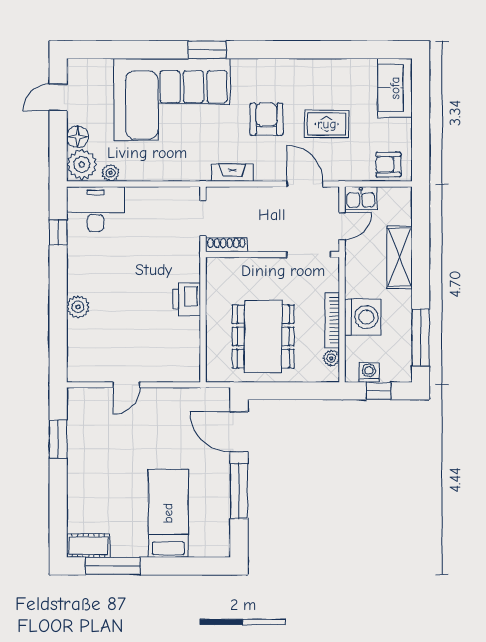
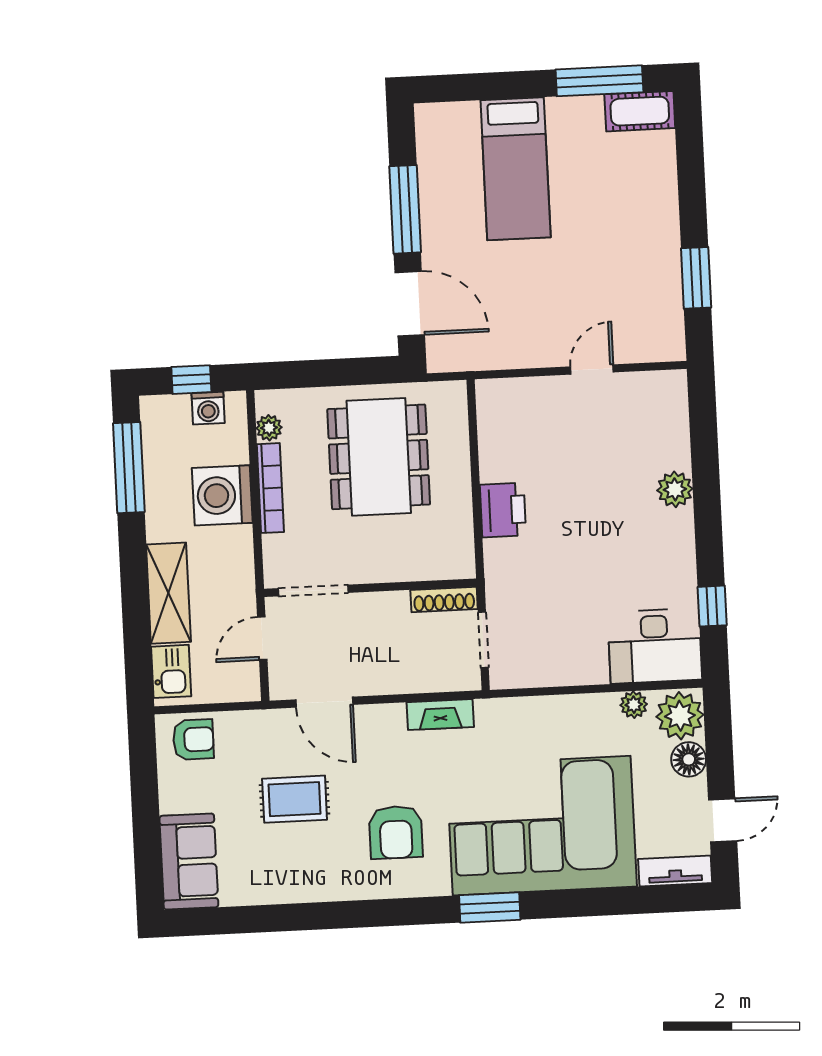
tv unit: (90, 67) -> (675, 871), added
armchair: (267, 119) -> (396, 832), moved
kitchen sink: (361, 198) -> (171, 671), moved, turned 90

